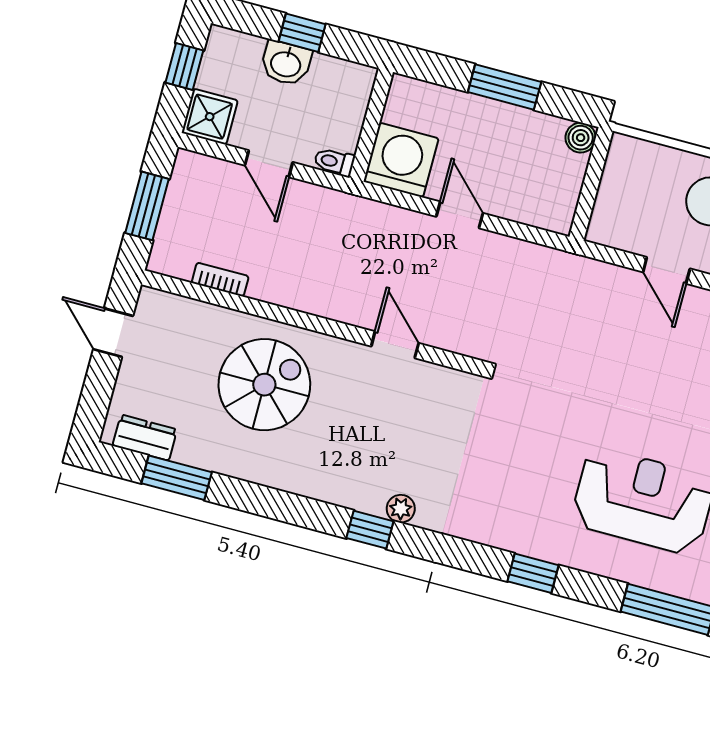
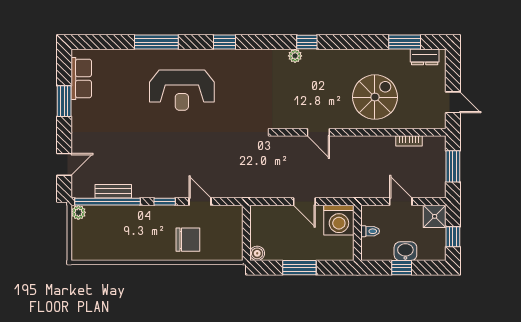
toilet: (334, 162) -> (370, 231), moved
spiral stairs: (264, 385) -> (375, 97), turned 180

